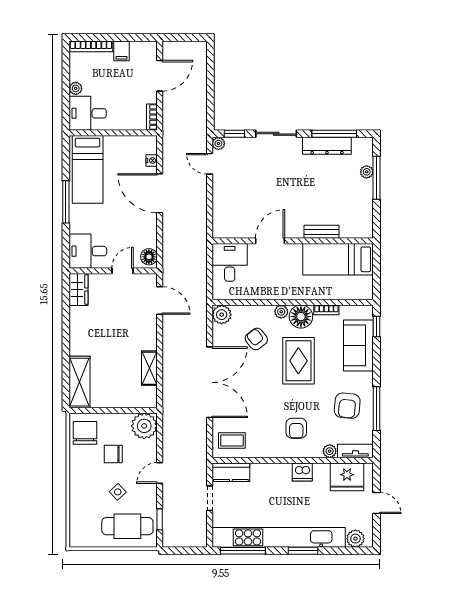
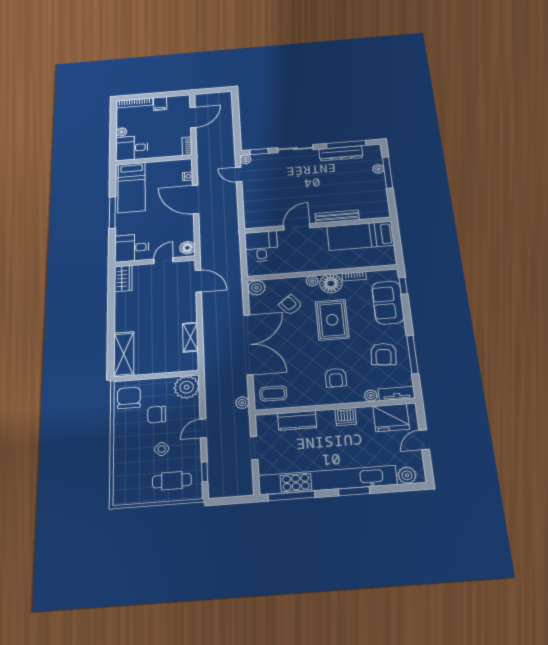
bench: (322, 232) -> (337, 217), width x1.36
plant: (200, 448) -> (242, 403), added
kitchen counter: (231, 472) -> (297, 420), moved
door: (377, 503) -> (424, 440), swing flipped
cafe table: (127, 526) -> (172, 481), width x0.73, depth x0.74

